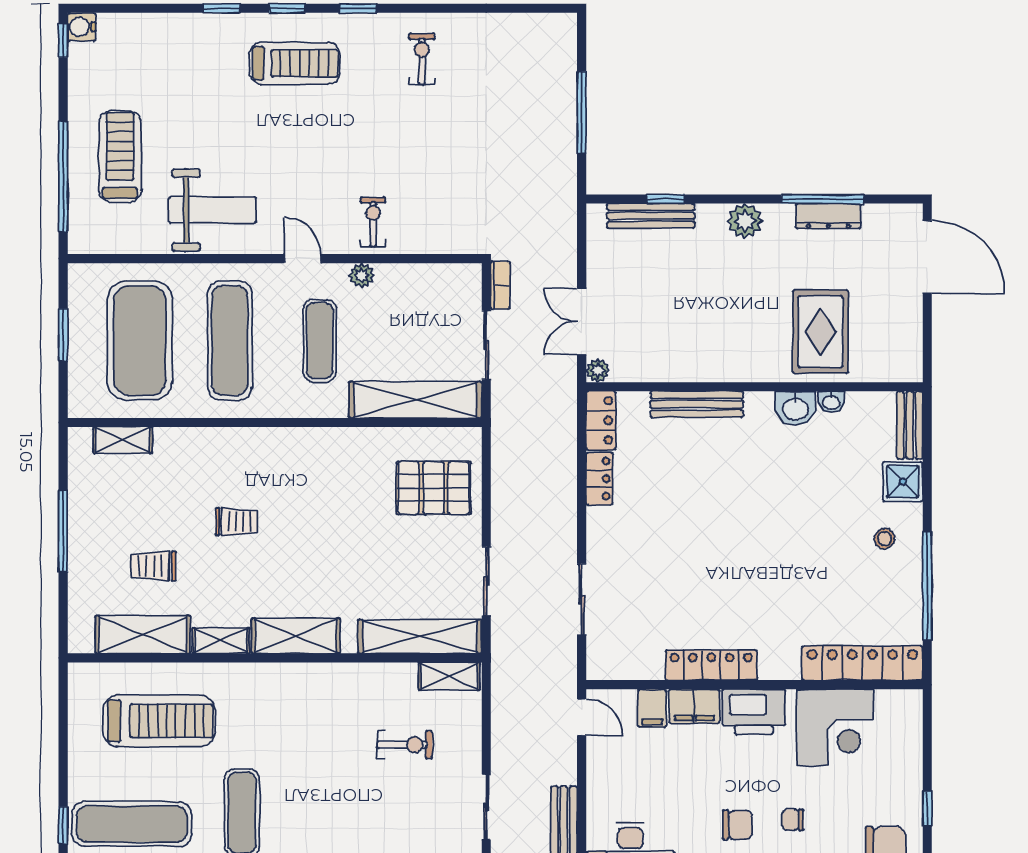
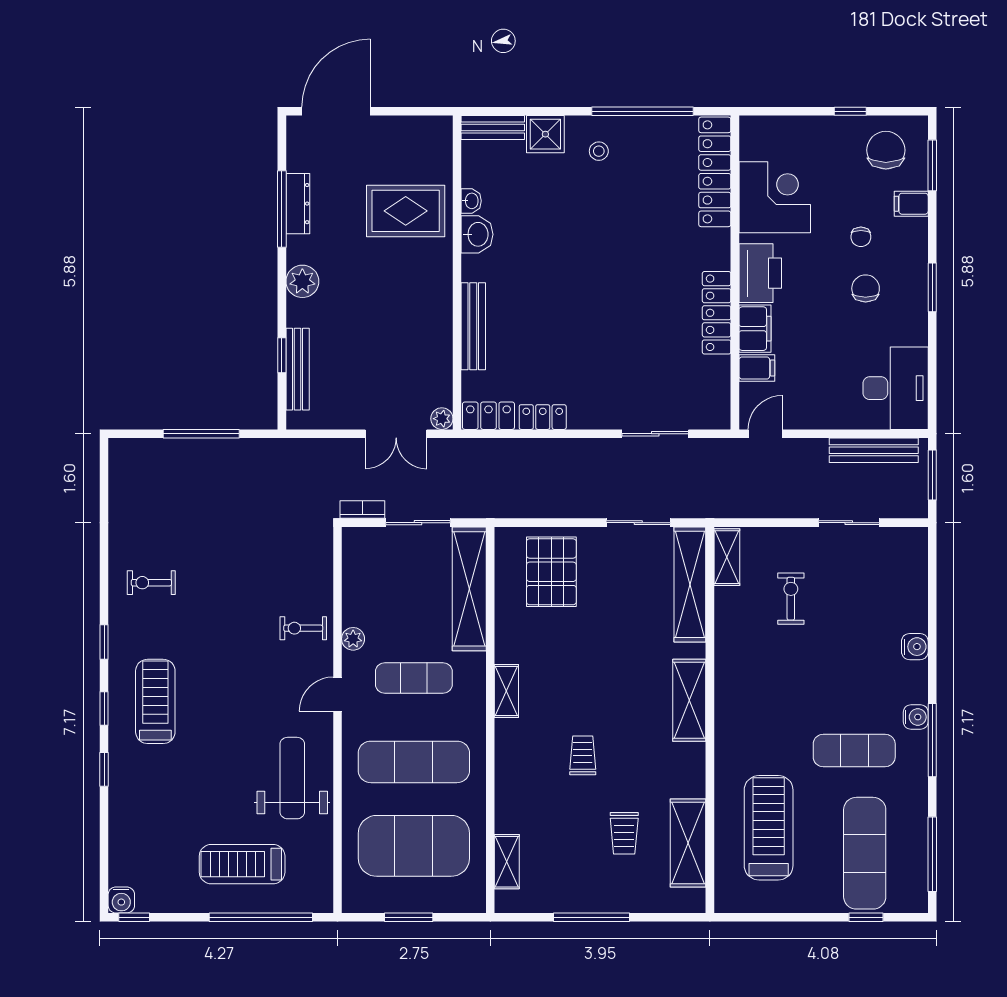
shelving: (221, 641) -> (506, 691), moved

